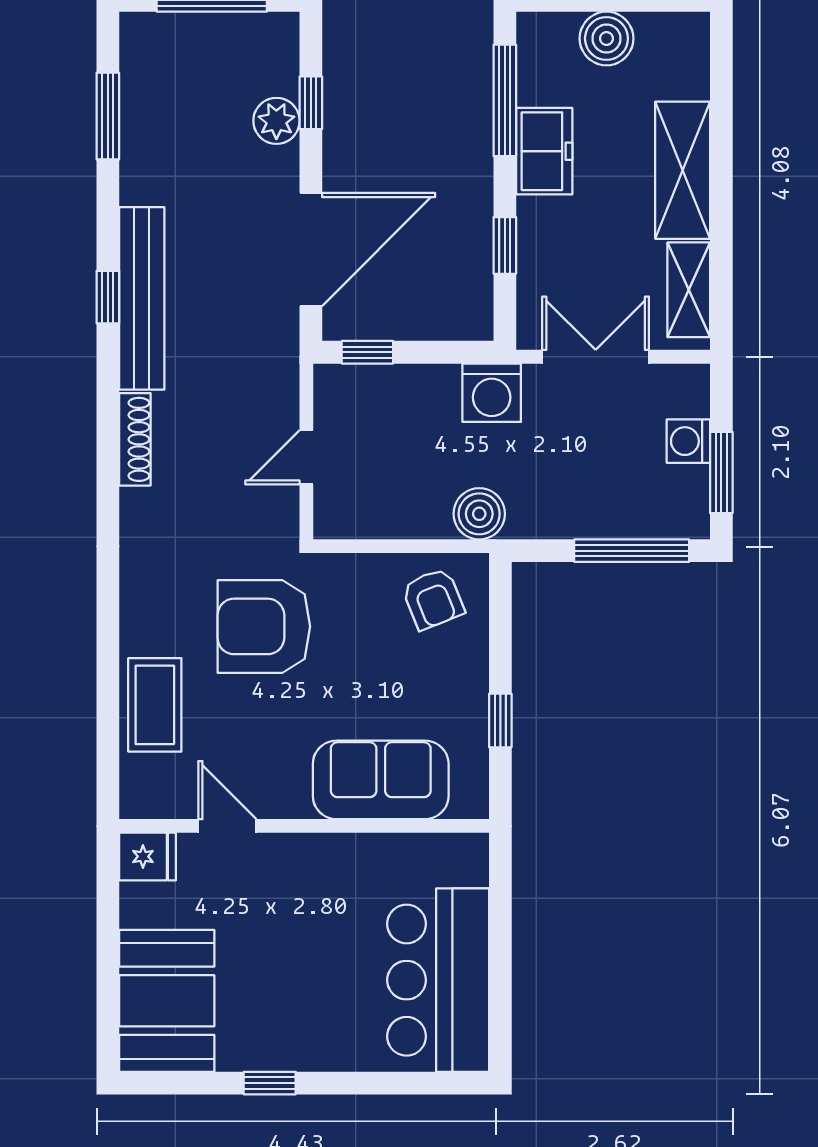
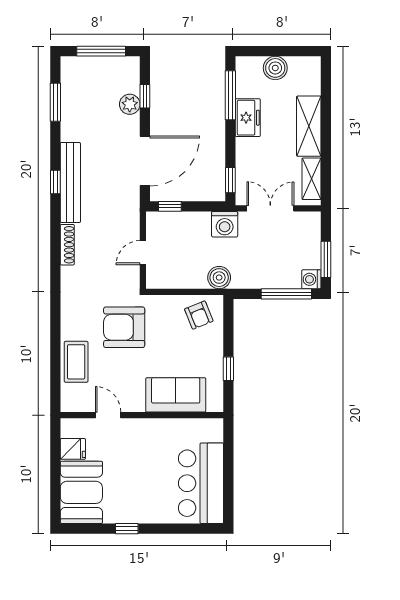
window: (505, 245) -> (230, 180), moved
washing machine: (688, 441) -> (311, 279), moved
fridge: (148, 856) -> (73, 449), moved

